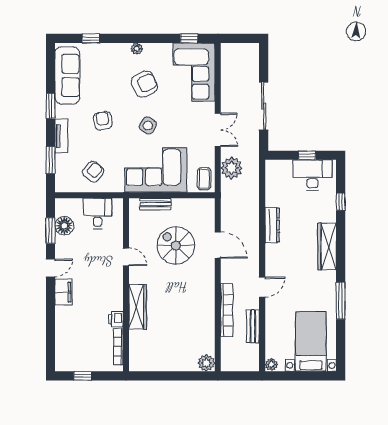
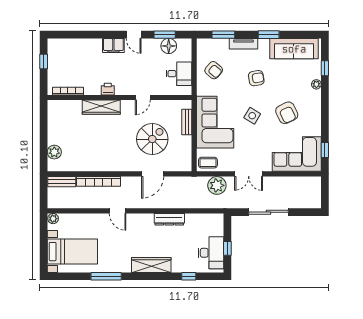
plant: (137, 49) -> (316, 84), moved
printer: (116, 319) -> (108, 89), moved
bench: (253, 326) -> (62, 182), moved
plant: (206, 363) -> (54, 152), moved

